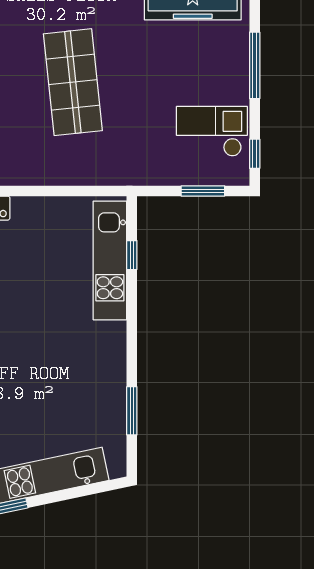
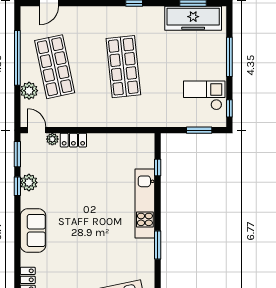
kitchen unit: (110, 260) -> (145, 203), moved
window: (132, 411) -> (158, 245), moved

